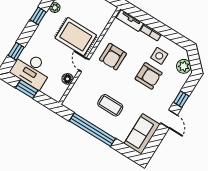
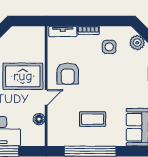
door: (84, 65) -> (46, 97), swing flipped
armchair: (149, 76) -> (111, 71), removed

